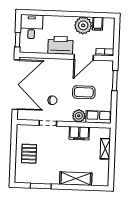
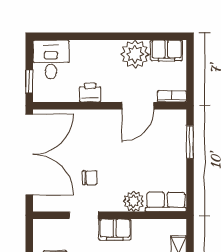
filing cabinet: (98, 24) -> (167, 50), width x2.00
printer: (60, 45) -> (90, 92), width x0.53, depth x0.68
coffee table: (84, 92) -> (140, 163), removed
filing cabinet: (79, 133) -> (115, 230), moved

